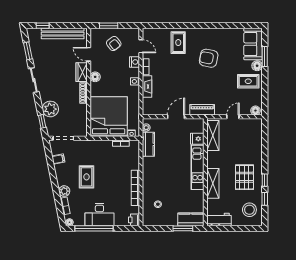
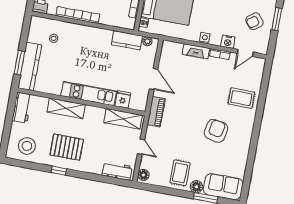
workbench: (256, 133) -> (117, 171), added
window: (265, 199) -> (36, 166), removed
kitchen counter: (191, 219) -> (30, 66), width x1.50

